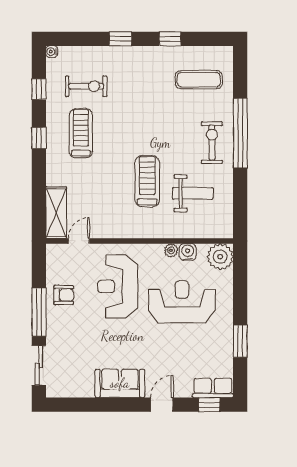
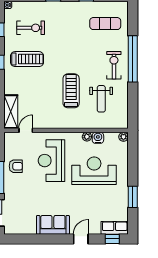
treadmill: (81, 133) -> (27, 59), turned 90
weight bench: (193, 193) -> (101, 99), turned 90
plant: (220, 257) -> (123, 137), width x0.53, depth x0.53

